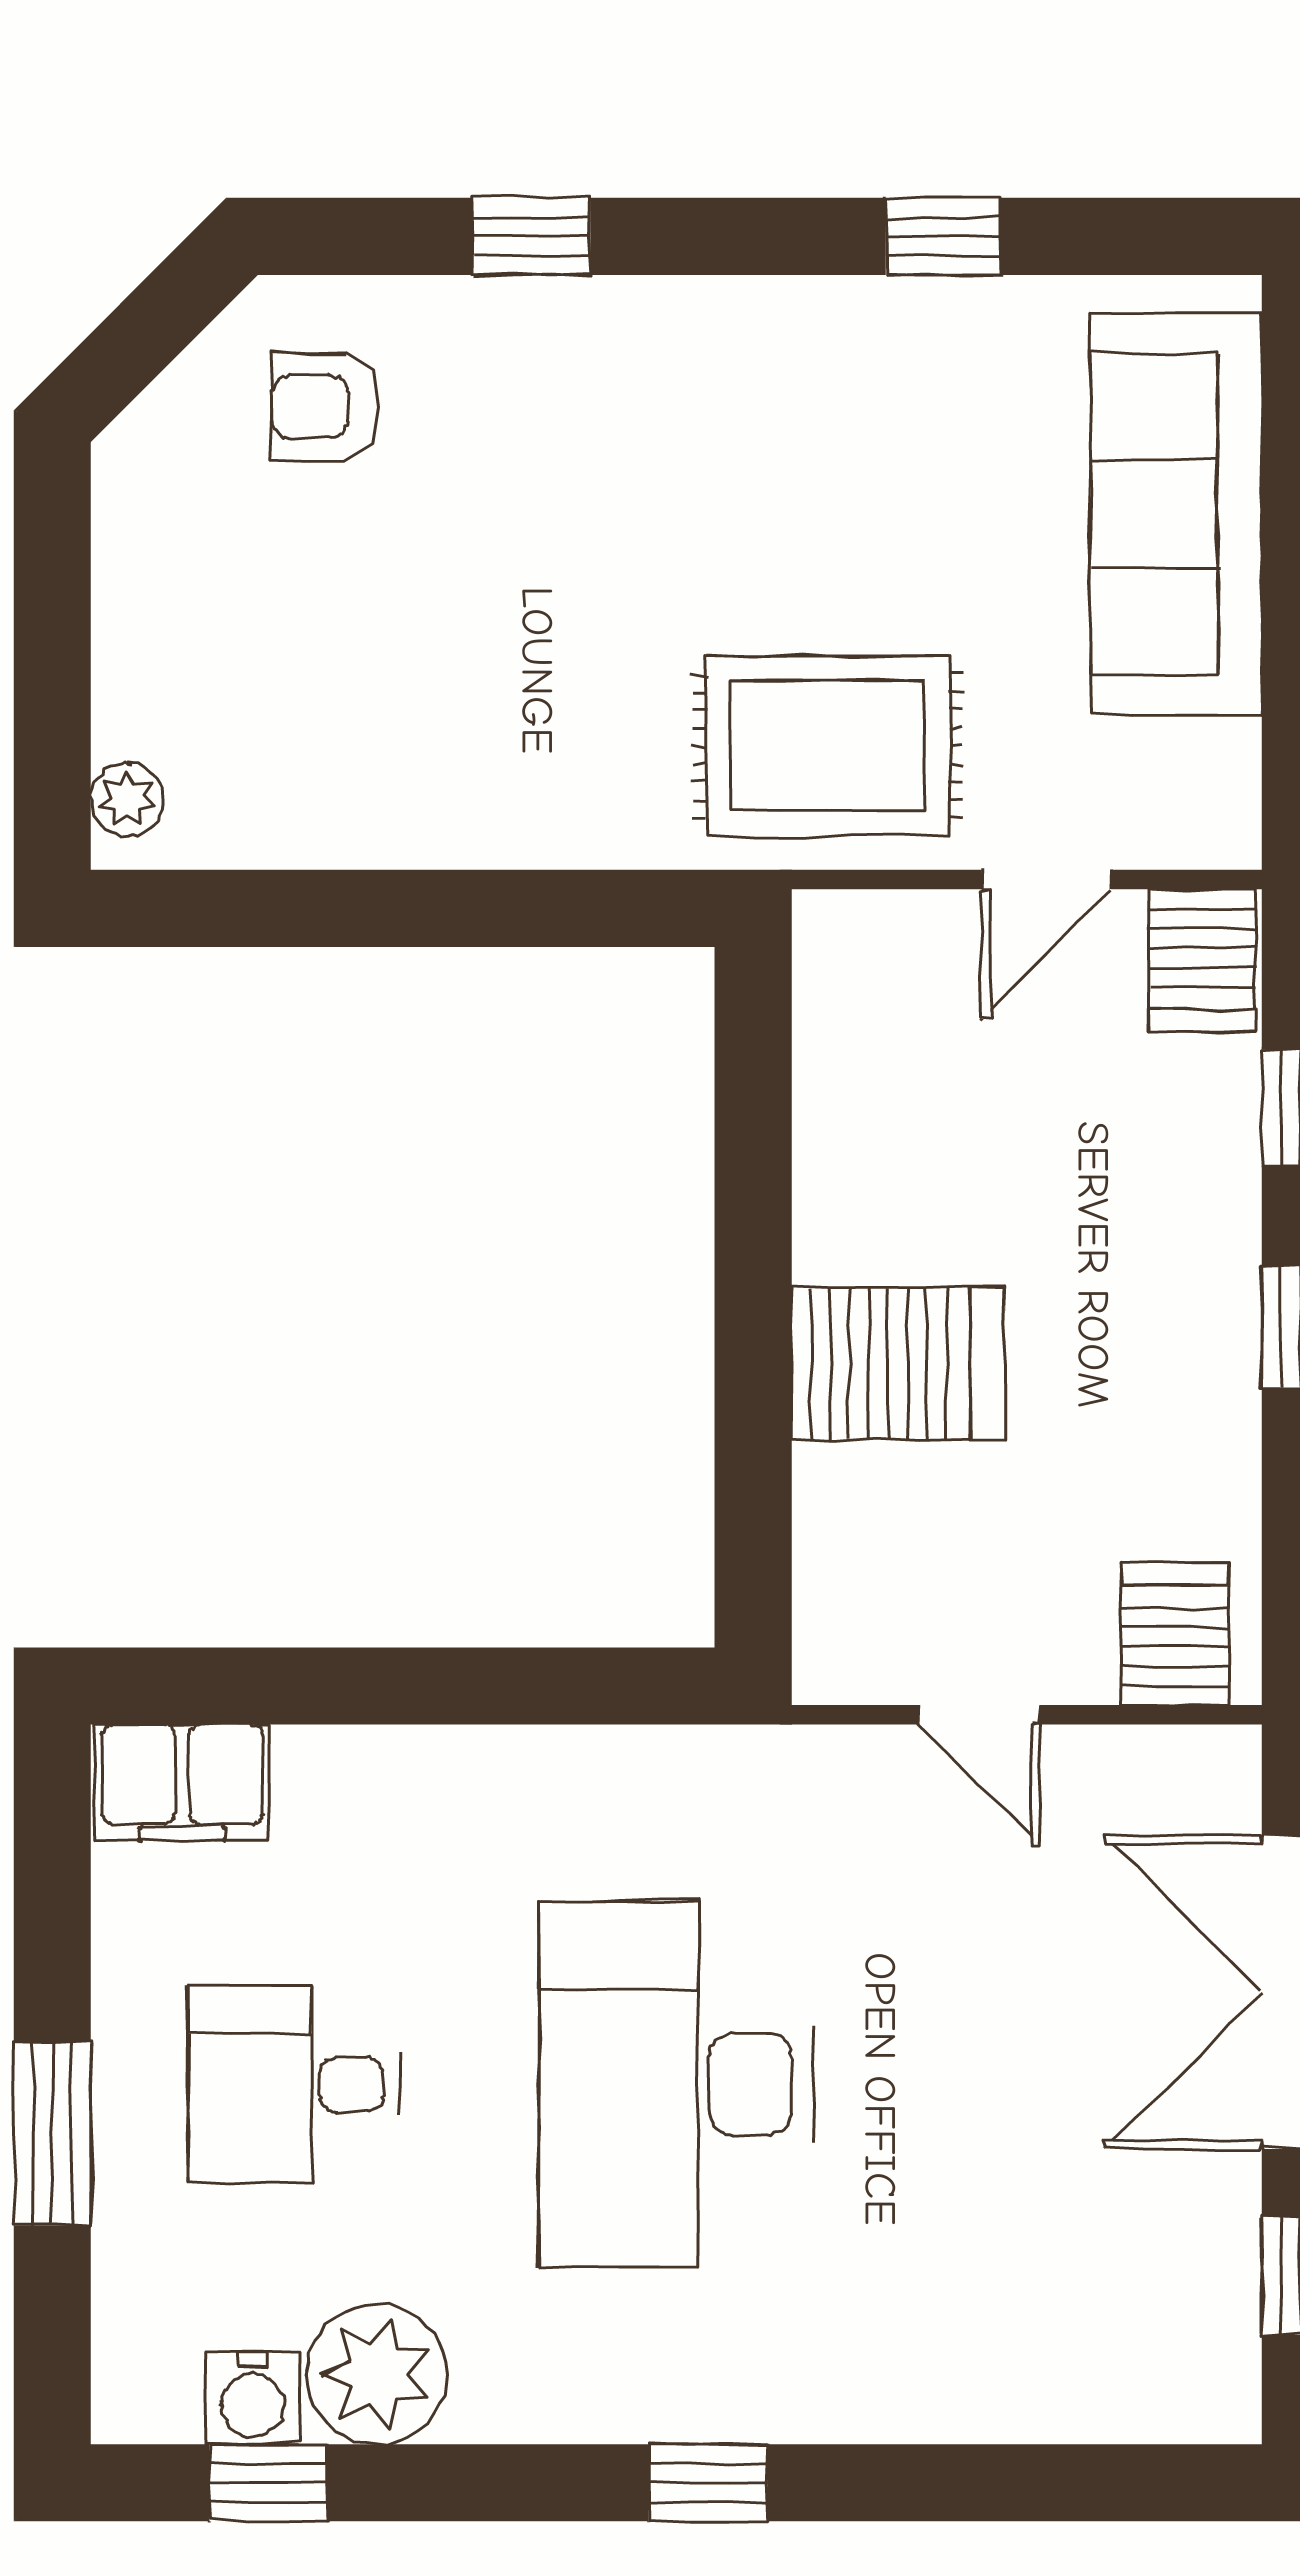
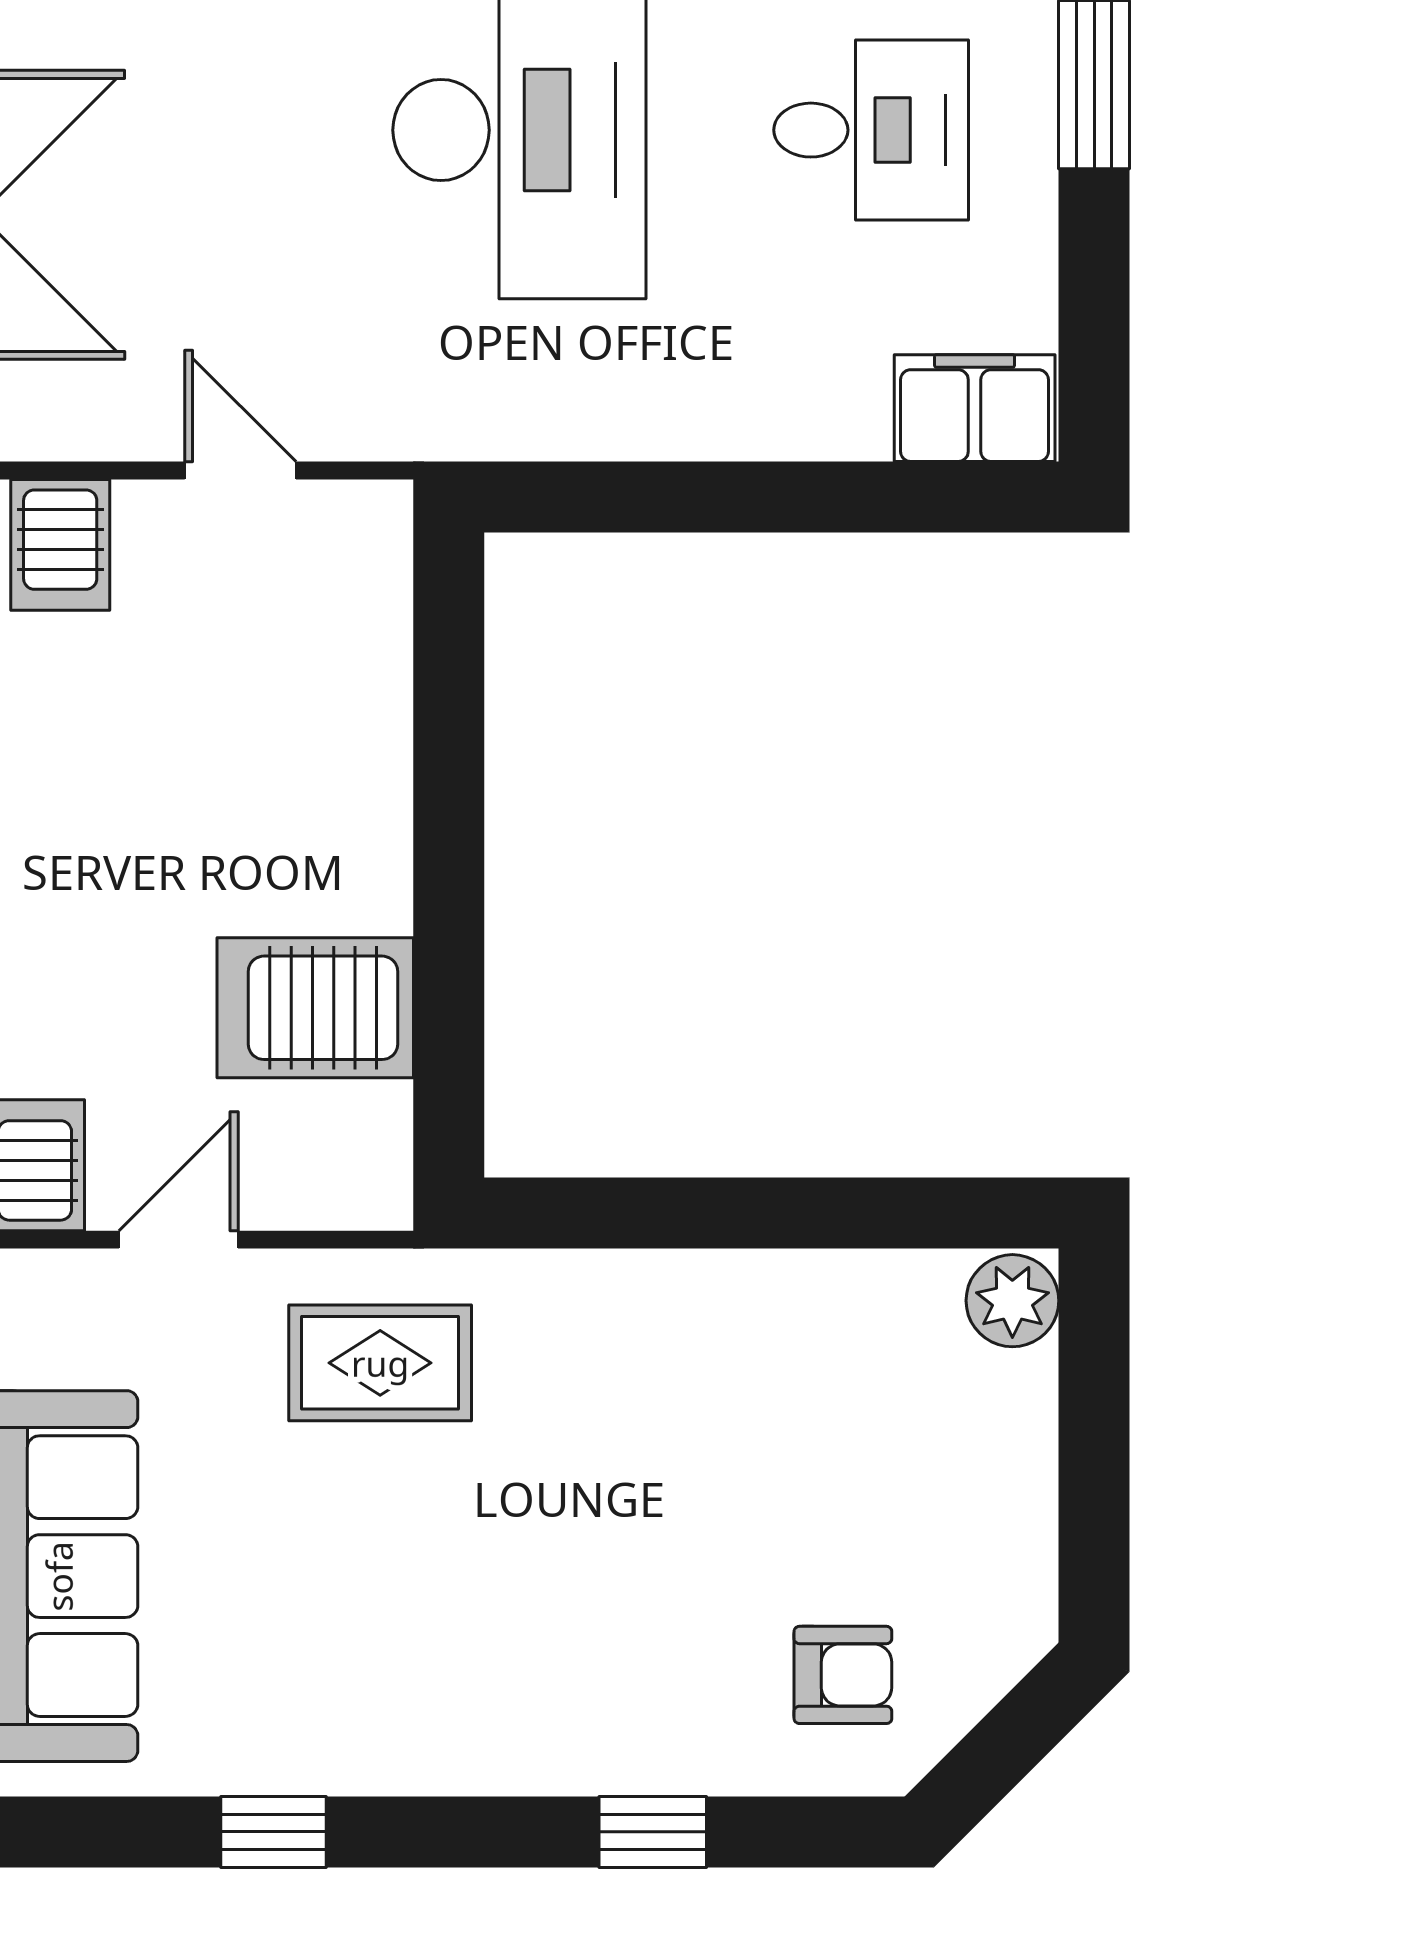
rug: (828, 746) -> (380, 1363), width x0.73, depth x0.70
plant: (127, 799) -> (1012, 1301), width x1.38, depth x1.38
server rack: (898, 1364) -> (315, 1008), moved

